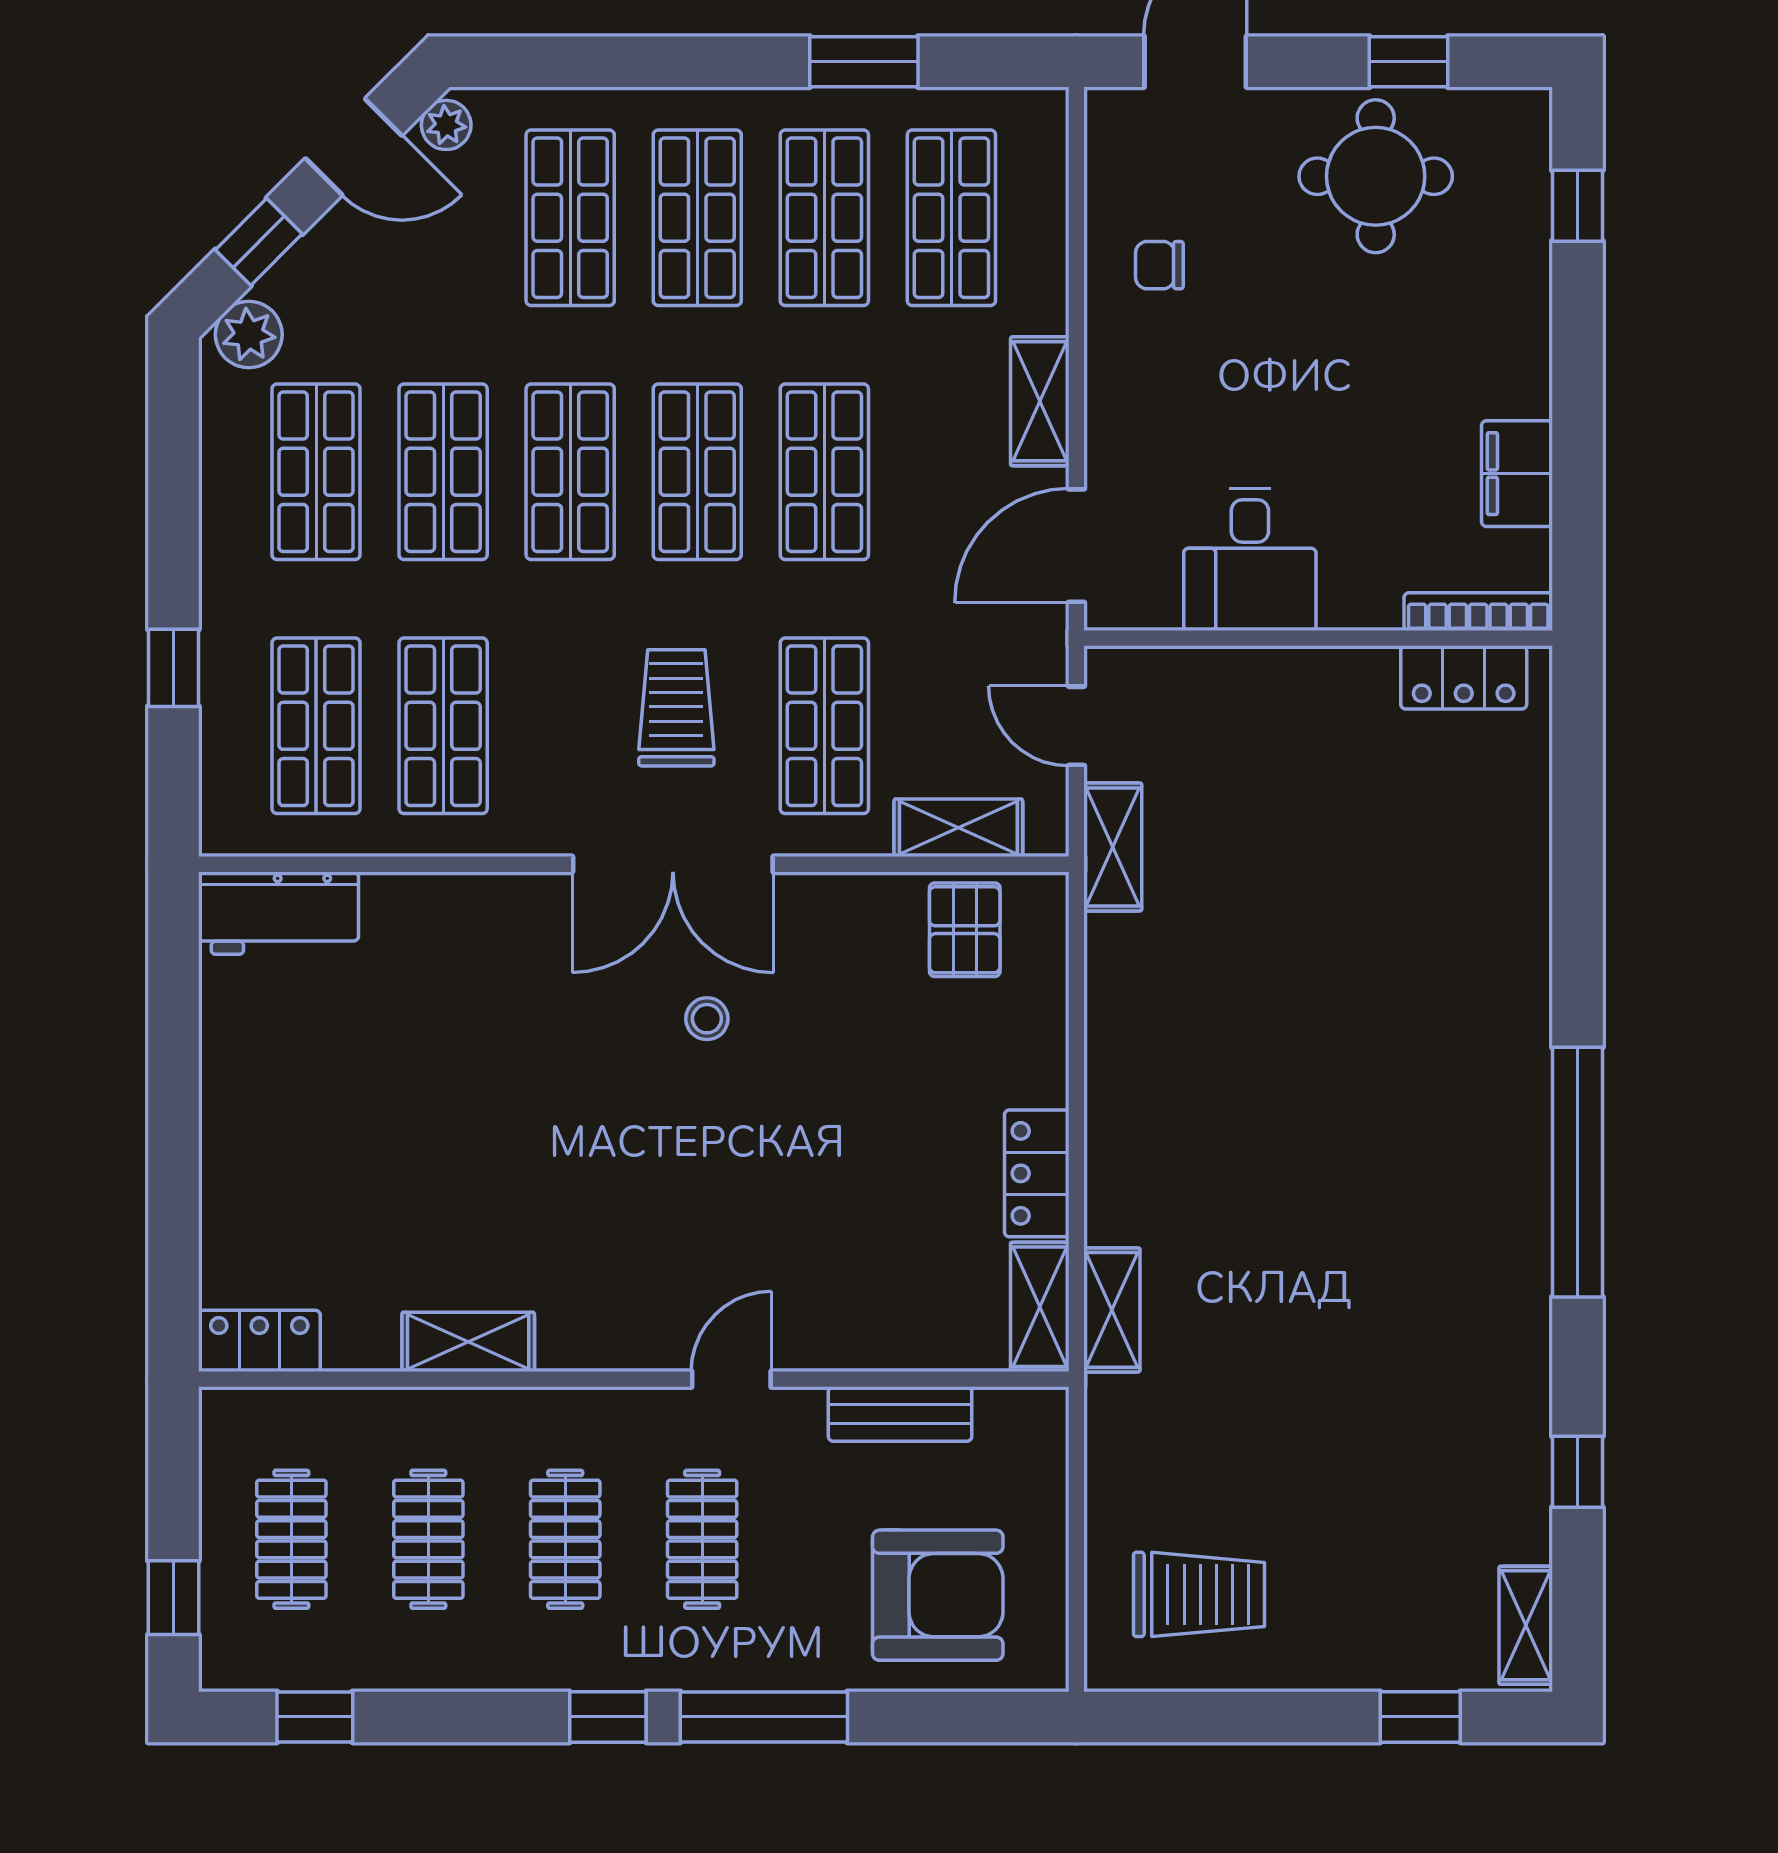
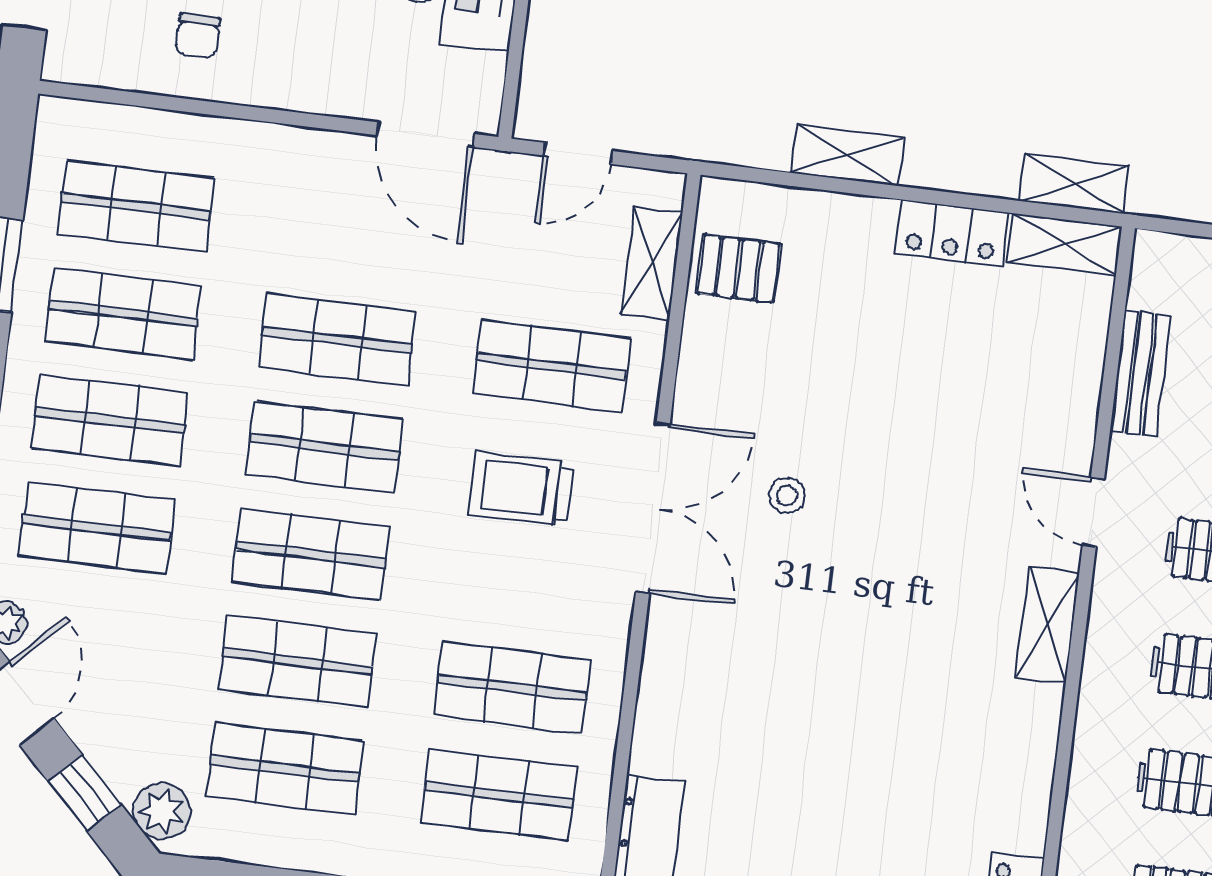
shelving: (1040, 401) -> (300, 151), removed
shelving: (1113, 847) -> (847, 155), moved
shelving: (468, 1342) -> (1048, 625), moved

